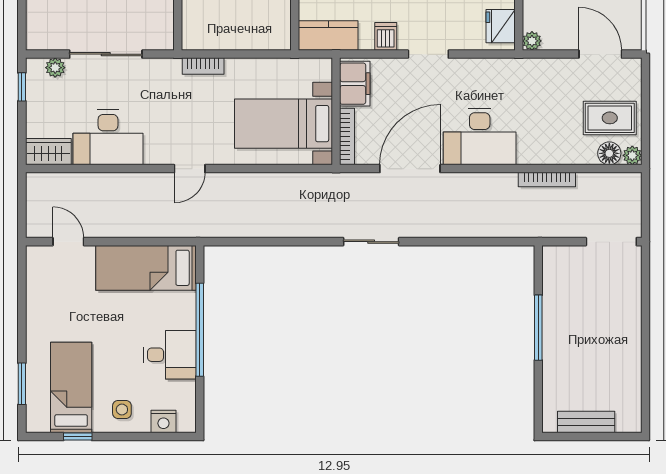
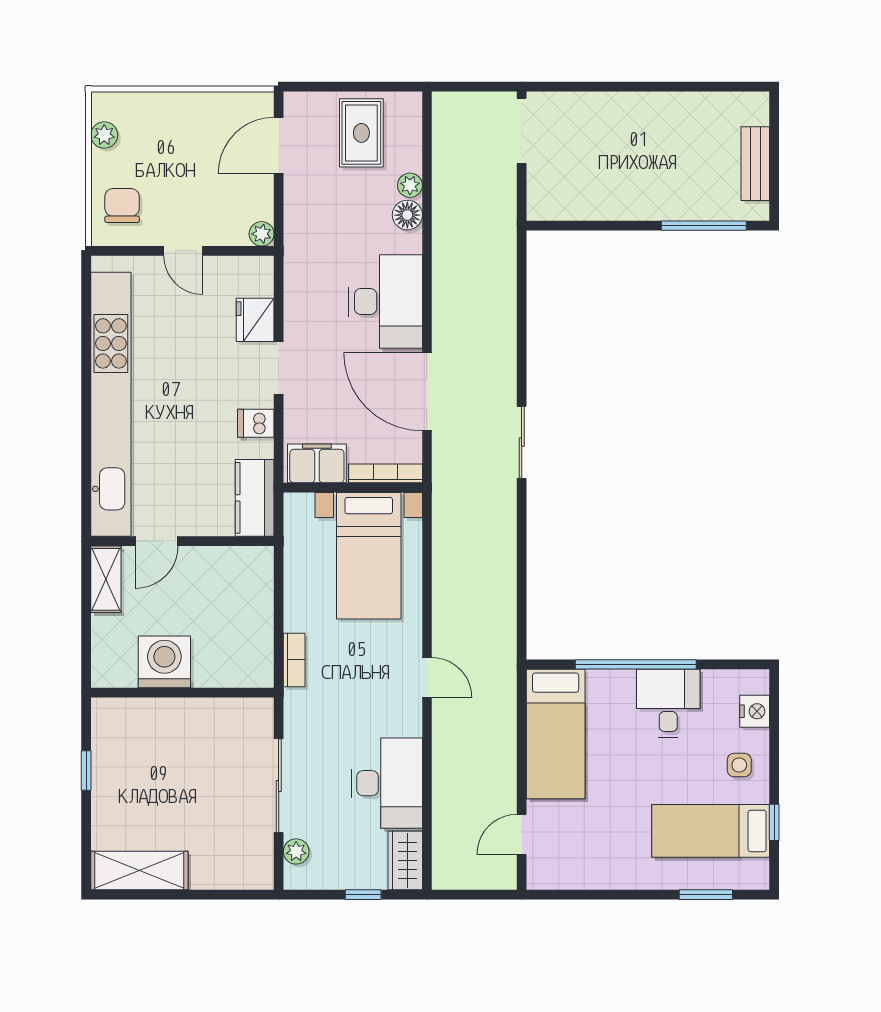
fridge: (501, 26) -> (255, 320), moved, turned 90
window: (22, 87) -> (363, 895), moved
floor lamp: (609, 153) -> (407, 215), moved
plant: (632, 155) -> (410, 185), moved
bookcase: (547, 180) -> (441, 214), removed
window: (538, 328) -> (704, 226), moved

